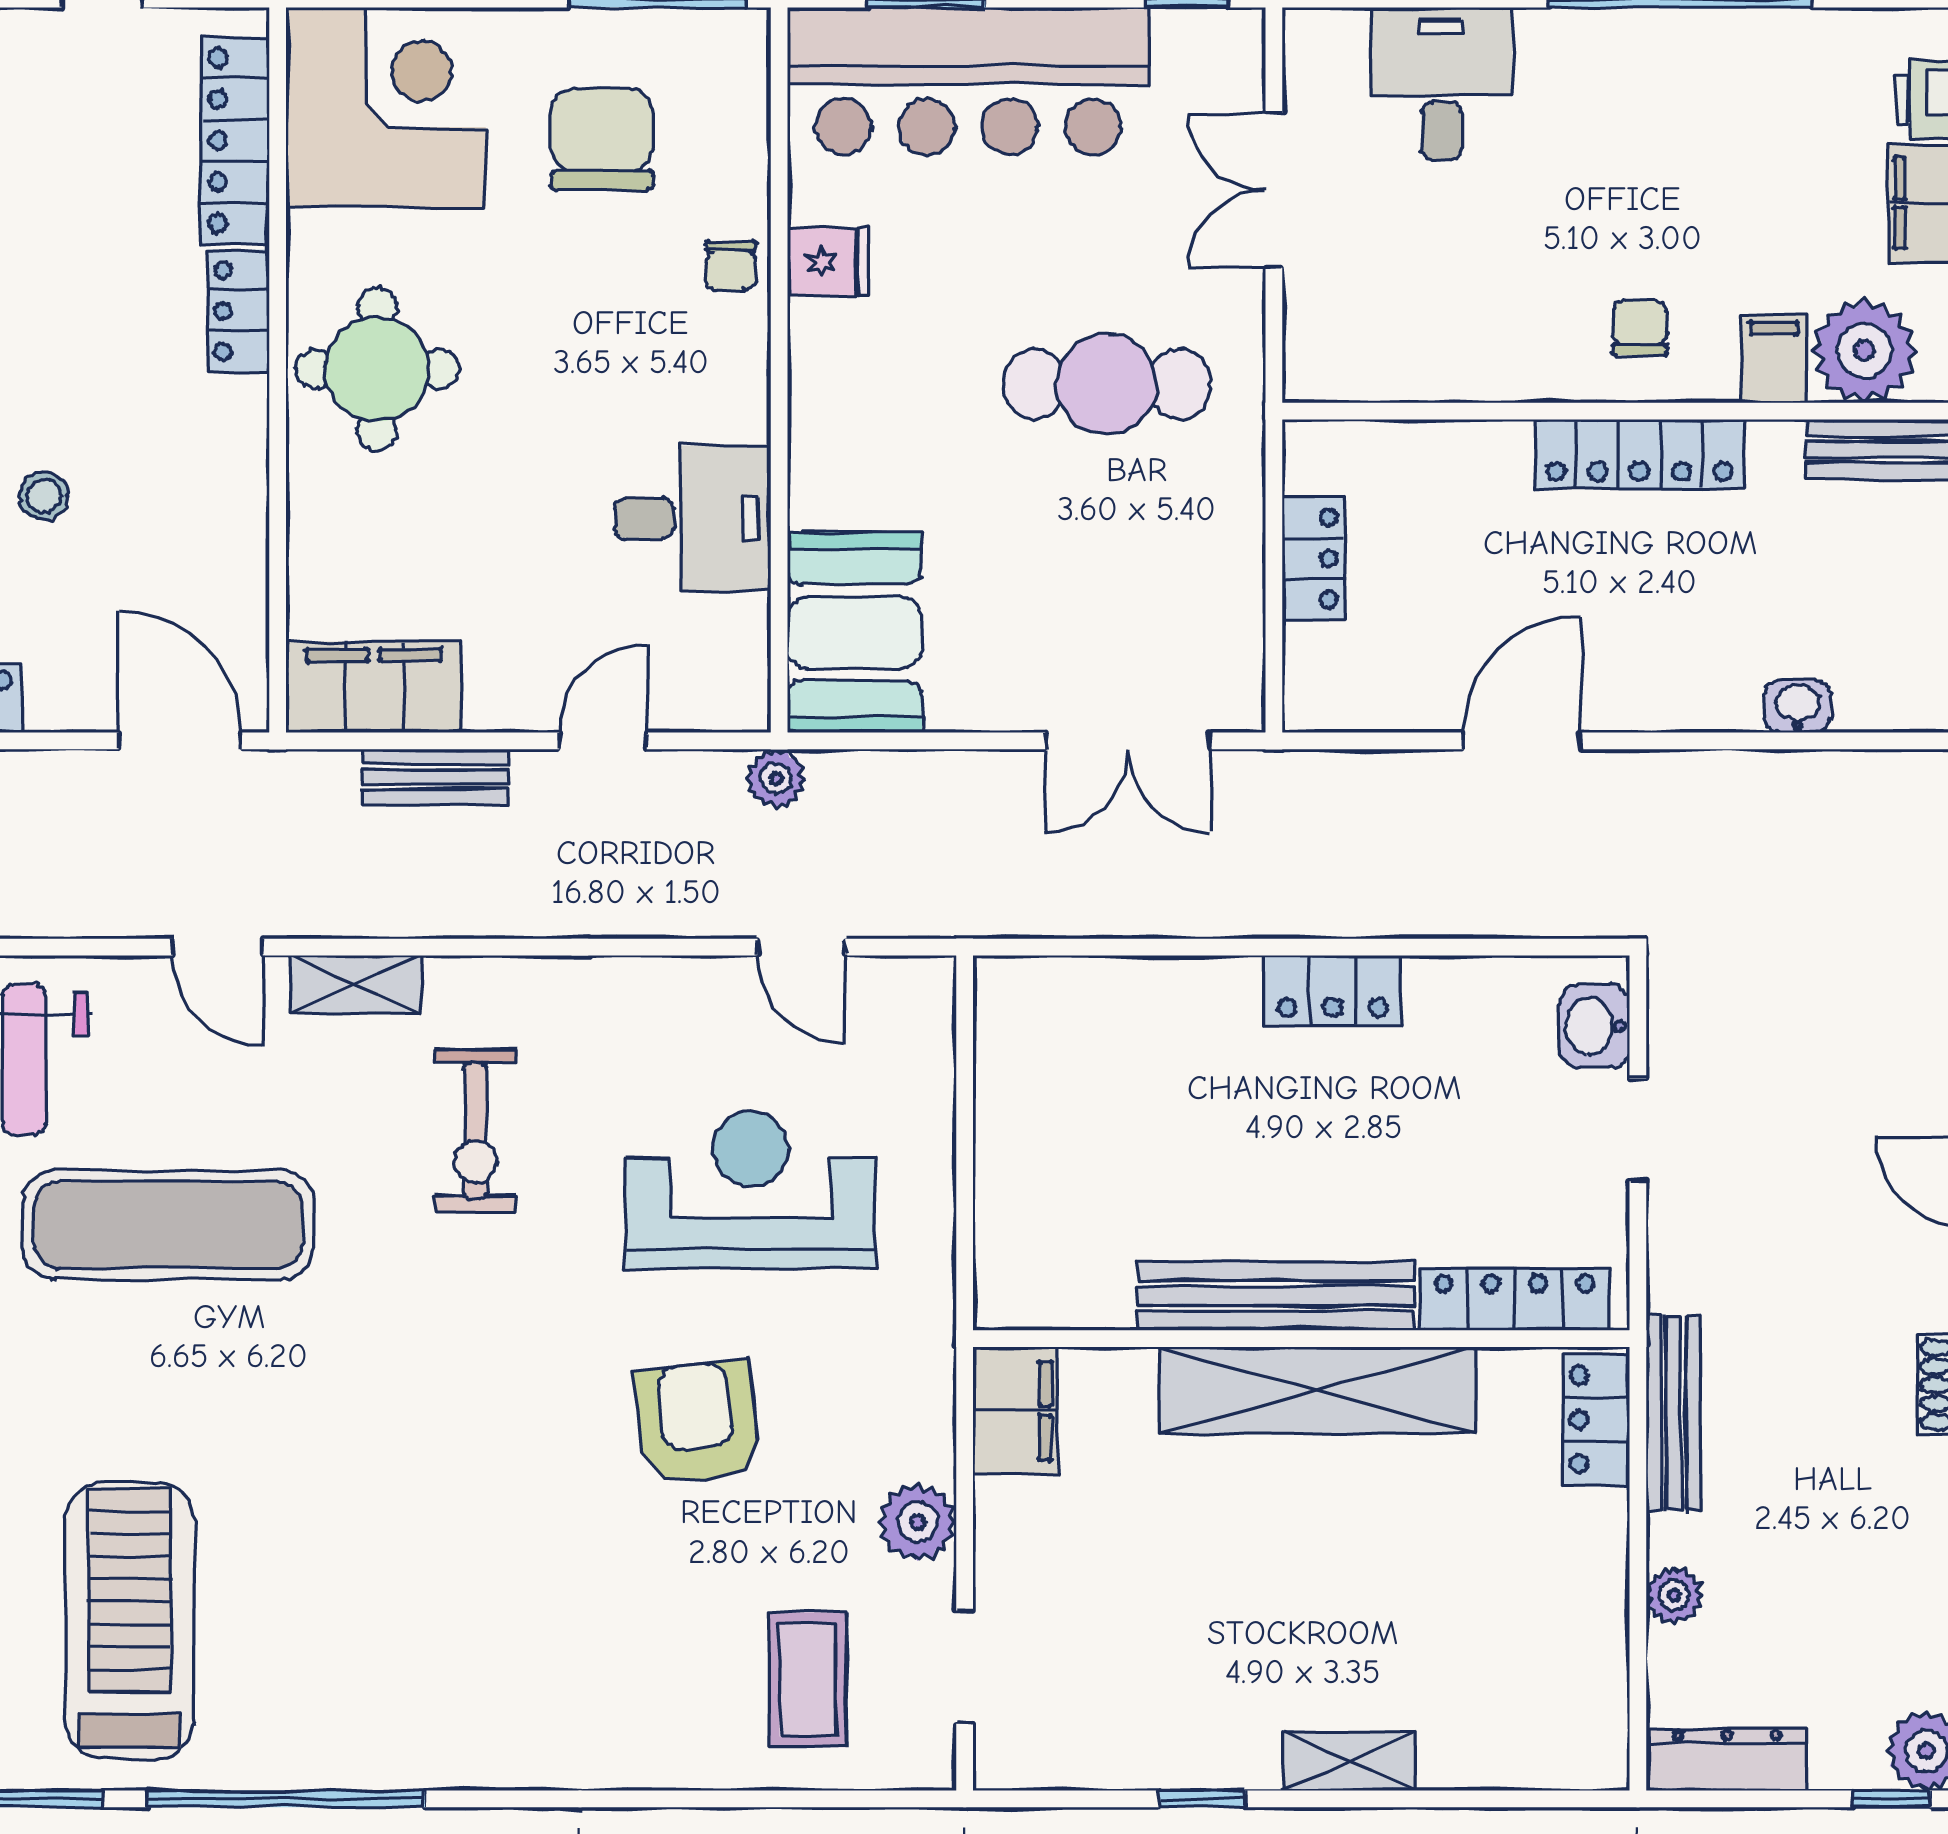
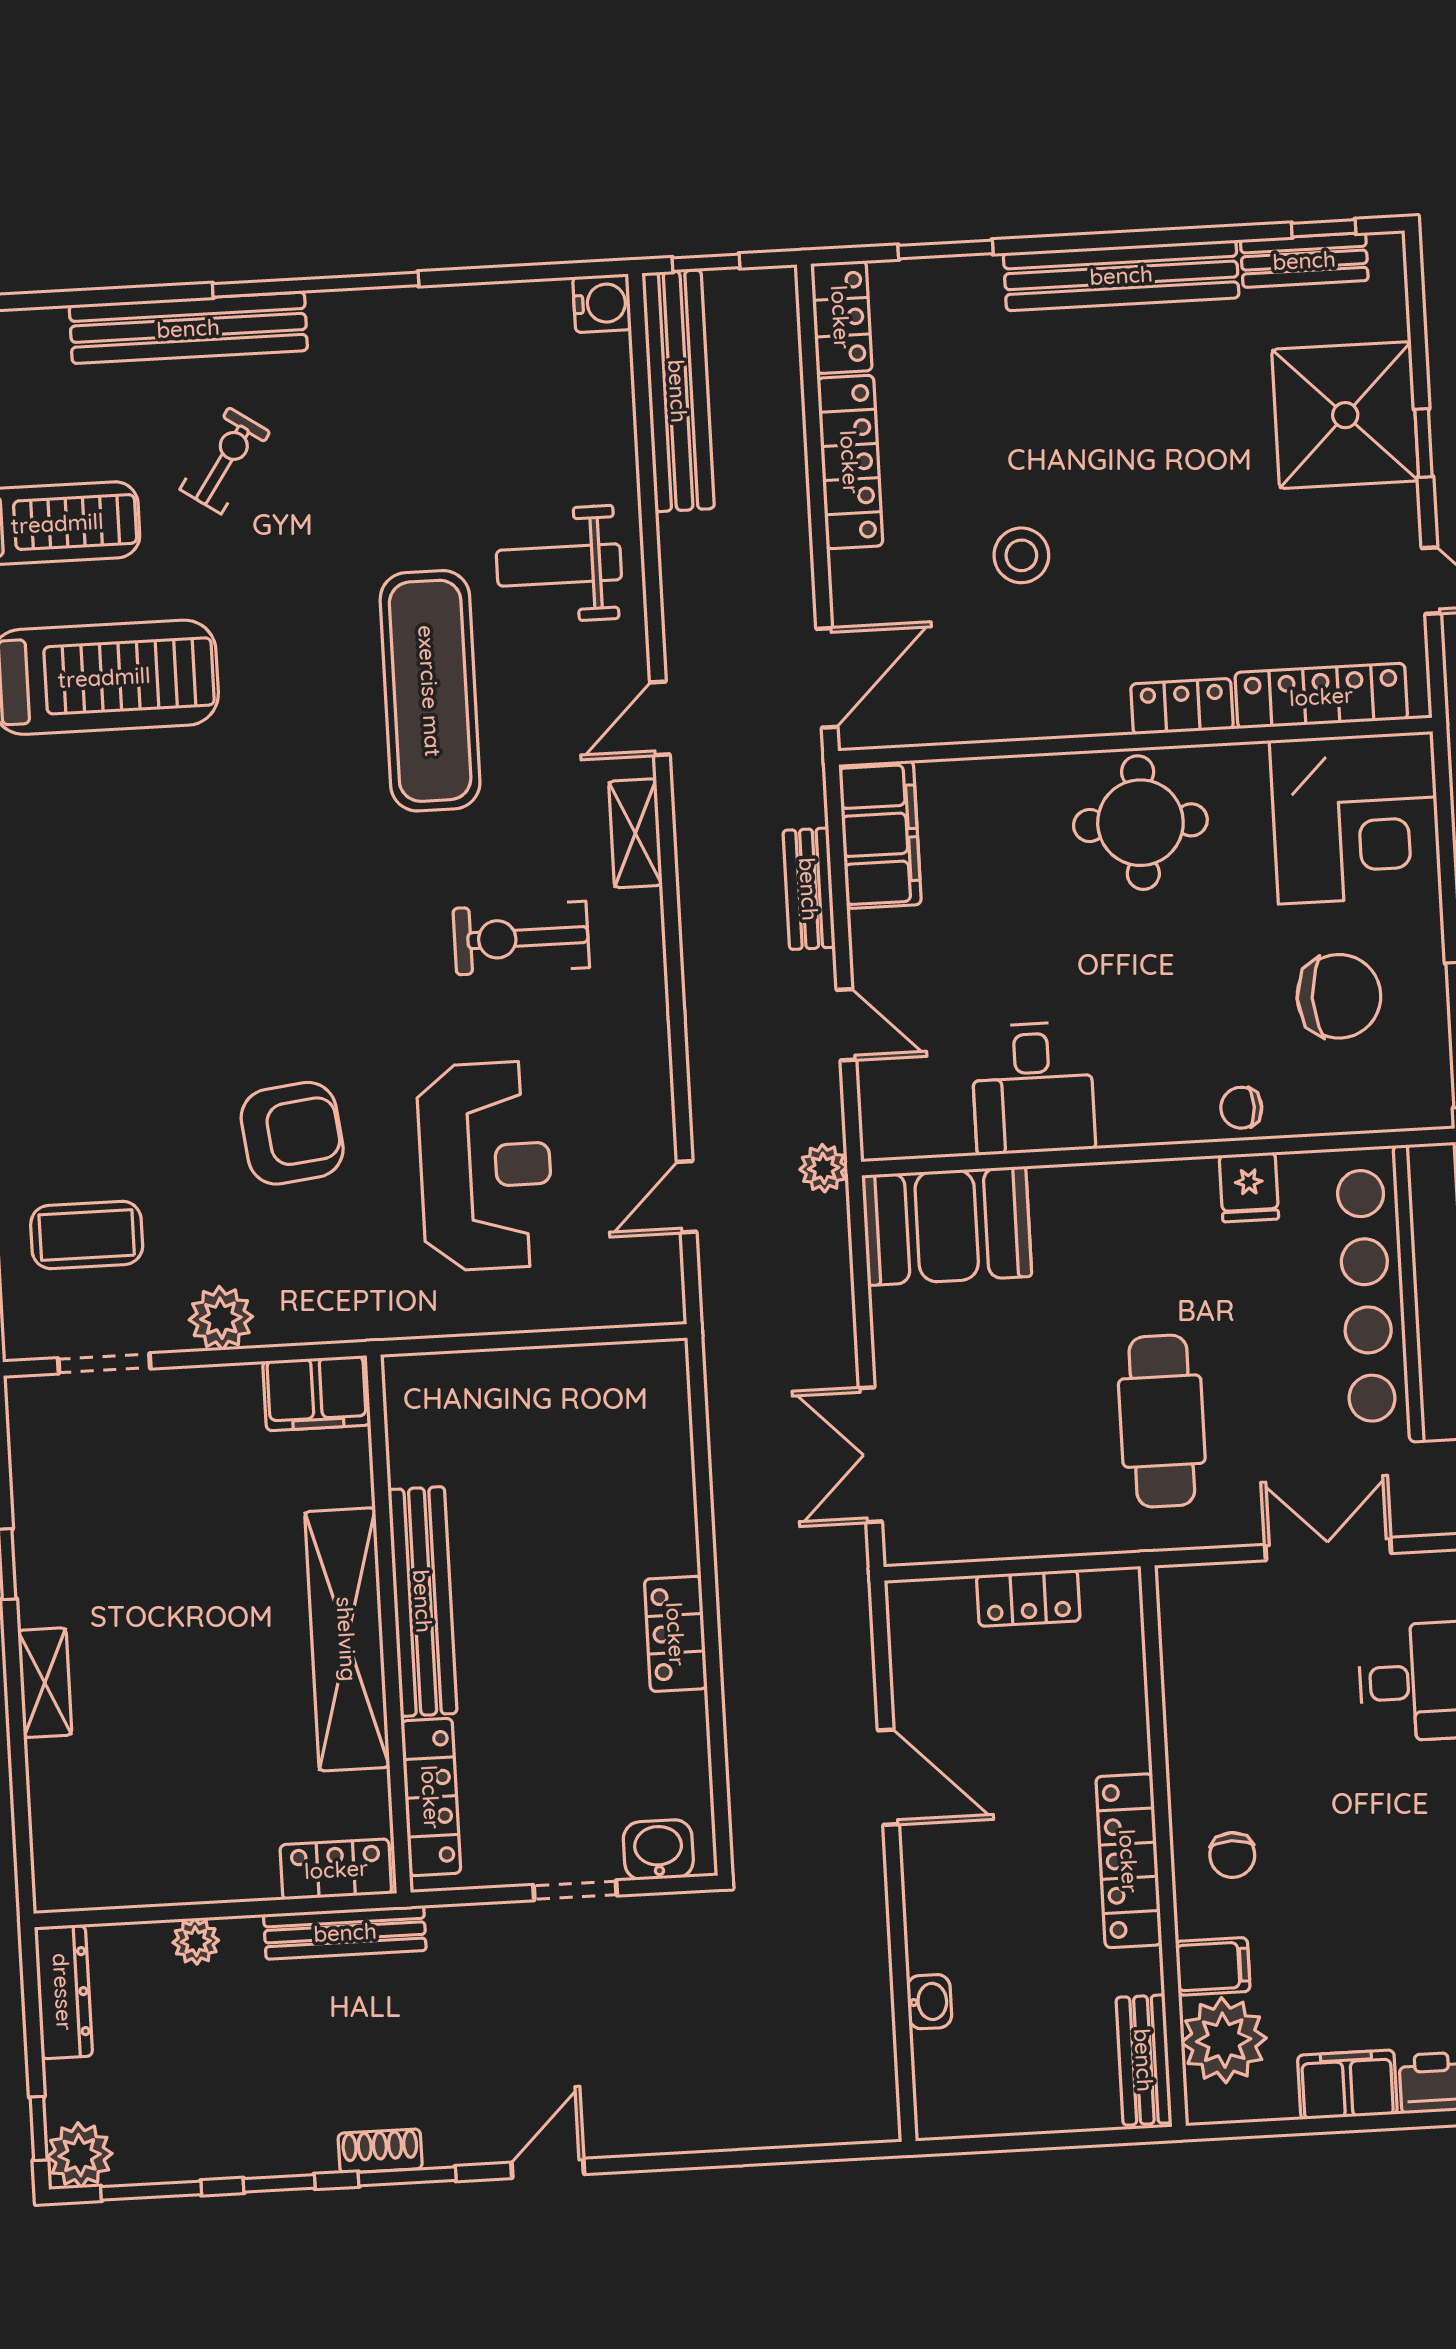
chair: (1640, 328) -> (1232, 1855), turned 90
stool: (44, 496) -> (1021, 555), width x1.37, depth x1.37

